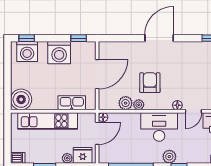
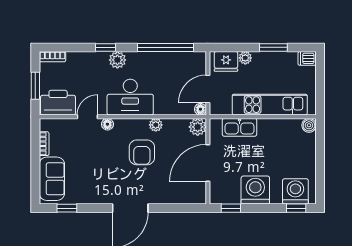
boiler: (21, 99) -> (309, 125), width x0.54, depth x0.54
plant: (126, 103) -> (198, 127), moved

